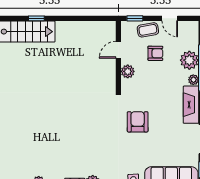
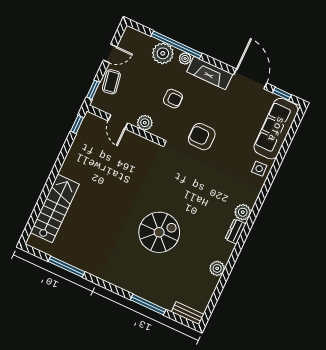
window: (36, 18) -> (77, 124), moved
armchair: (155, 53) -> (173, 99), moved, turned 90
spiral stairs: (46, 123) -> (159, 232), added

